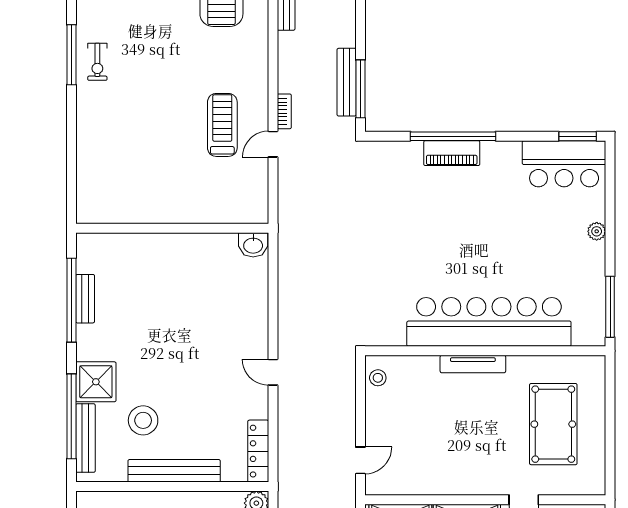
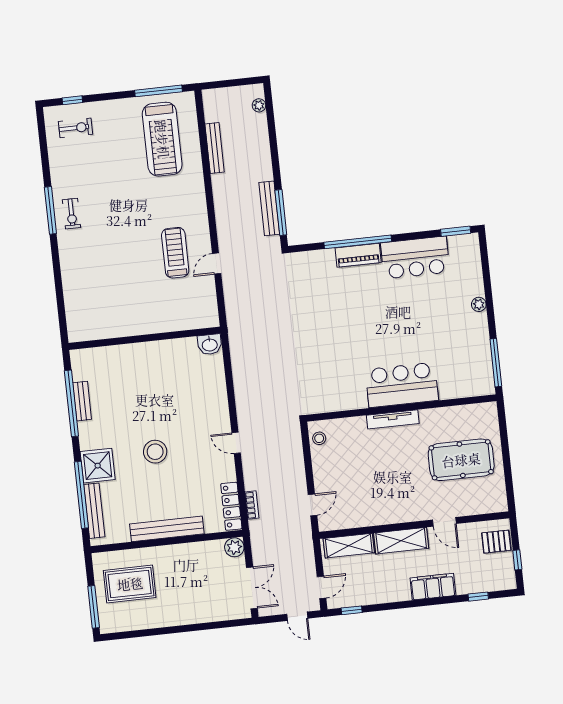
bookcase: (284, 111) -> (252, 505), moved
bar counter: (564, 164) -> (415, 258), moved
bar counter: (489, 322) -> (402, 385), width x0.54
stool: (143, 420) -> (155, 452), moved
pool table: (553, 424) -> (461, 460), turned 90

